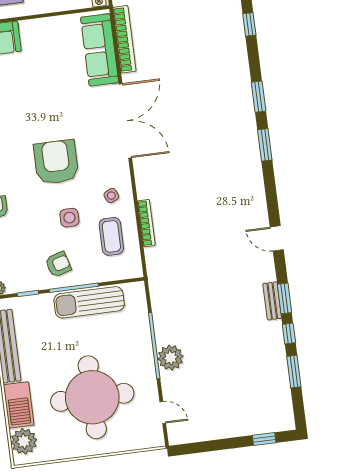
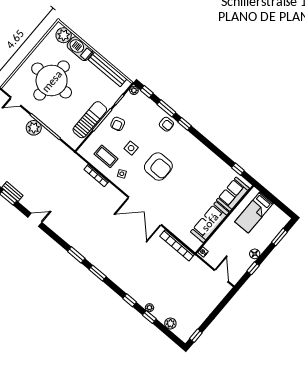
sofa: (100, 50) -> (210, 222), moved, turned -90

